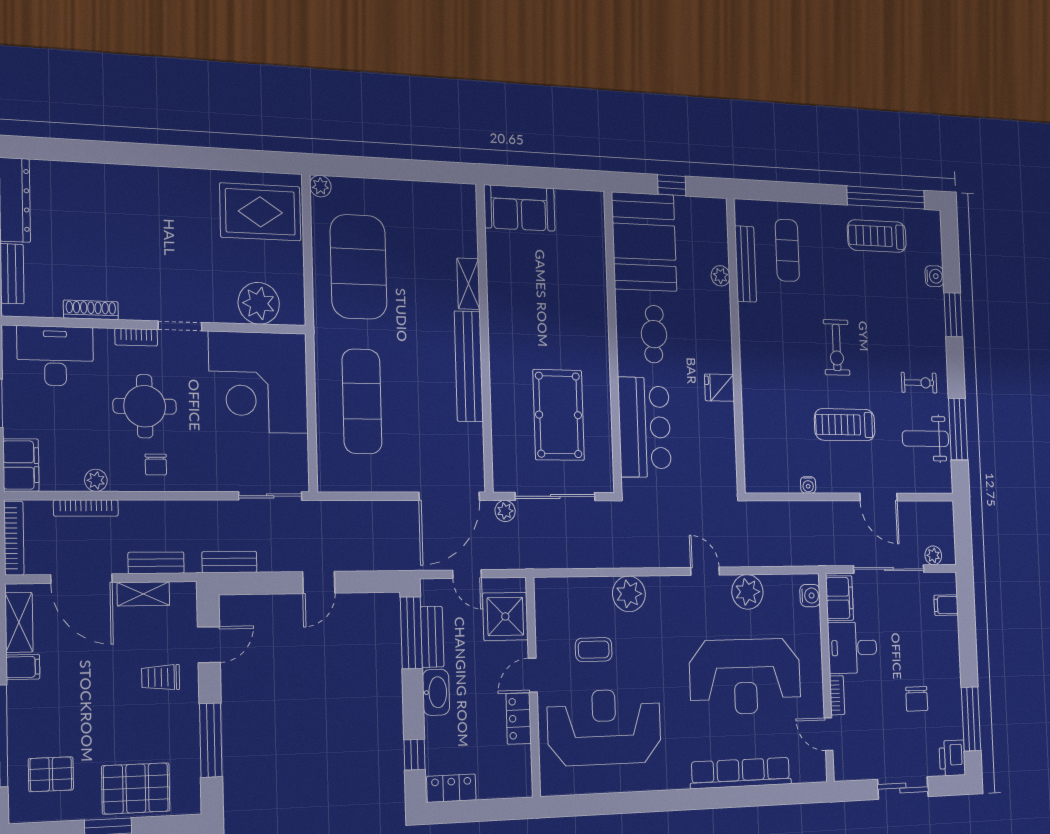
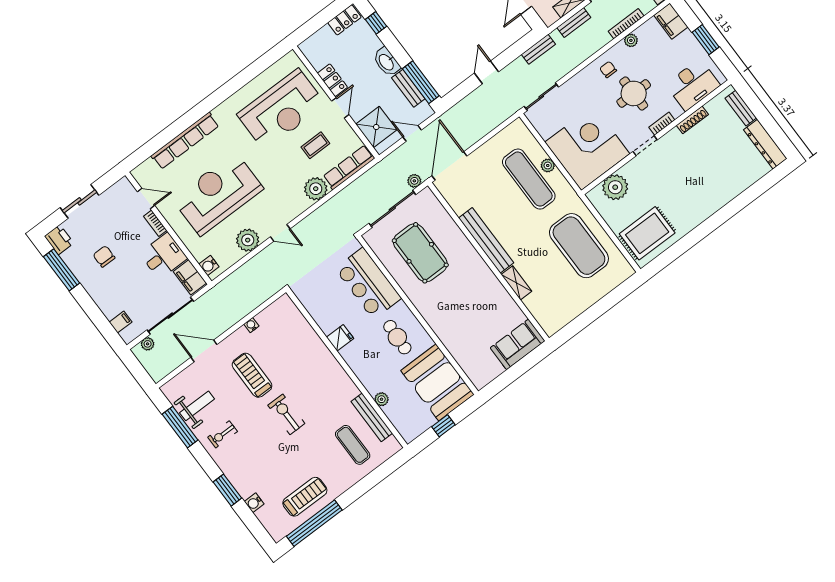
plant: (320, 186) -> (548, 165), moved
treadmill: (845, 425) -> (252, 375), turned -90
row of seats: (572, 590) -> (349, 167), added

